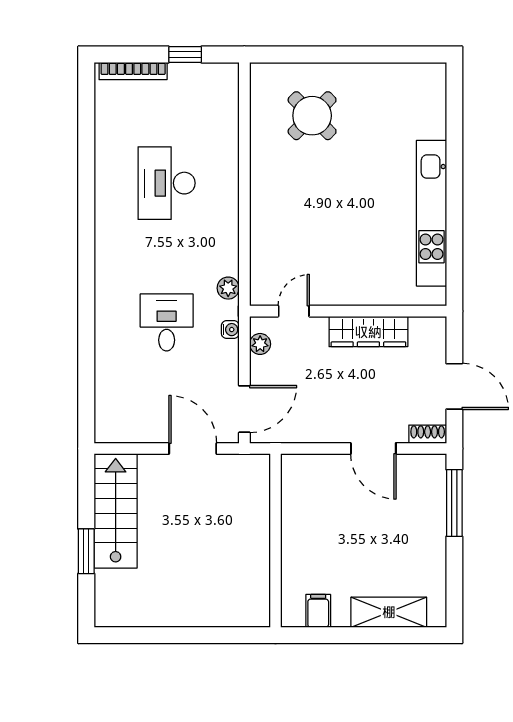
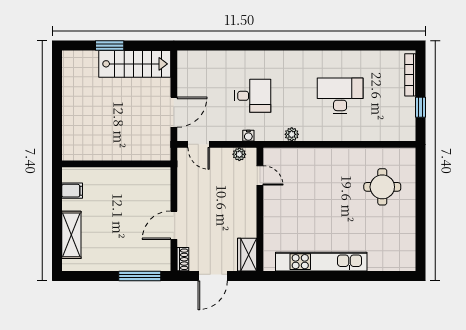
round table: (312, 116) -> (382, 187), turned 45
plant: (228, 288) -> (292, 134), moved
wardrobe: (368, 332) -> (247, 255), moved, width x0.67
door: (244, 409) -> (199, 144), width x0.73

